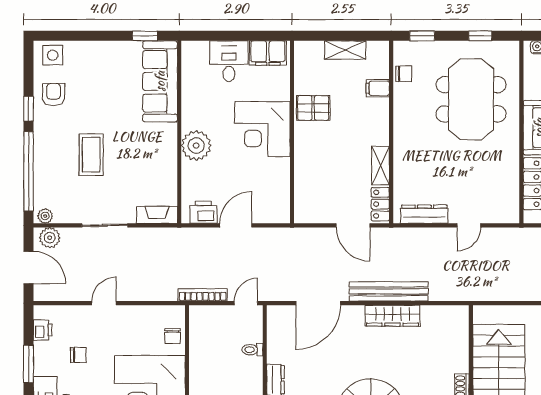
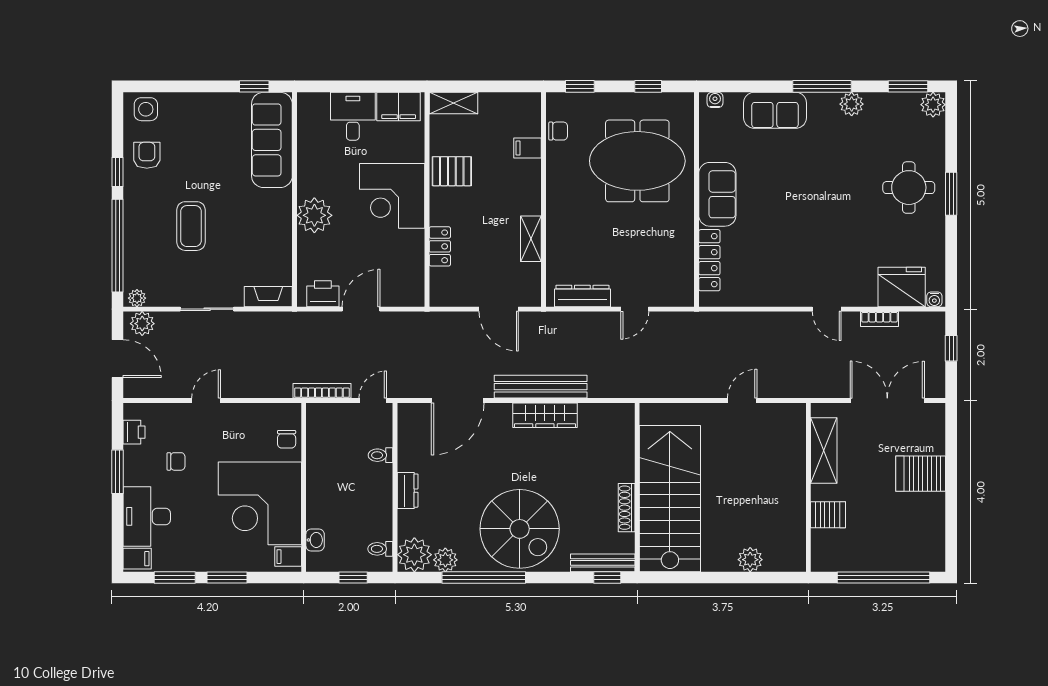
shelving: (345, 50) -> (453, 103), moved
meeting table: (471, 99) -> (637, 161), turned 90
locker: (380, 204) -> (440, 246), moved, turned 180

